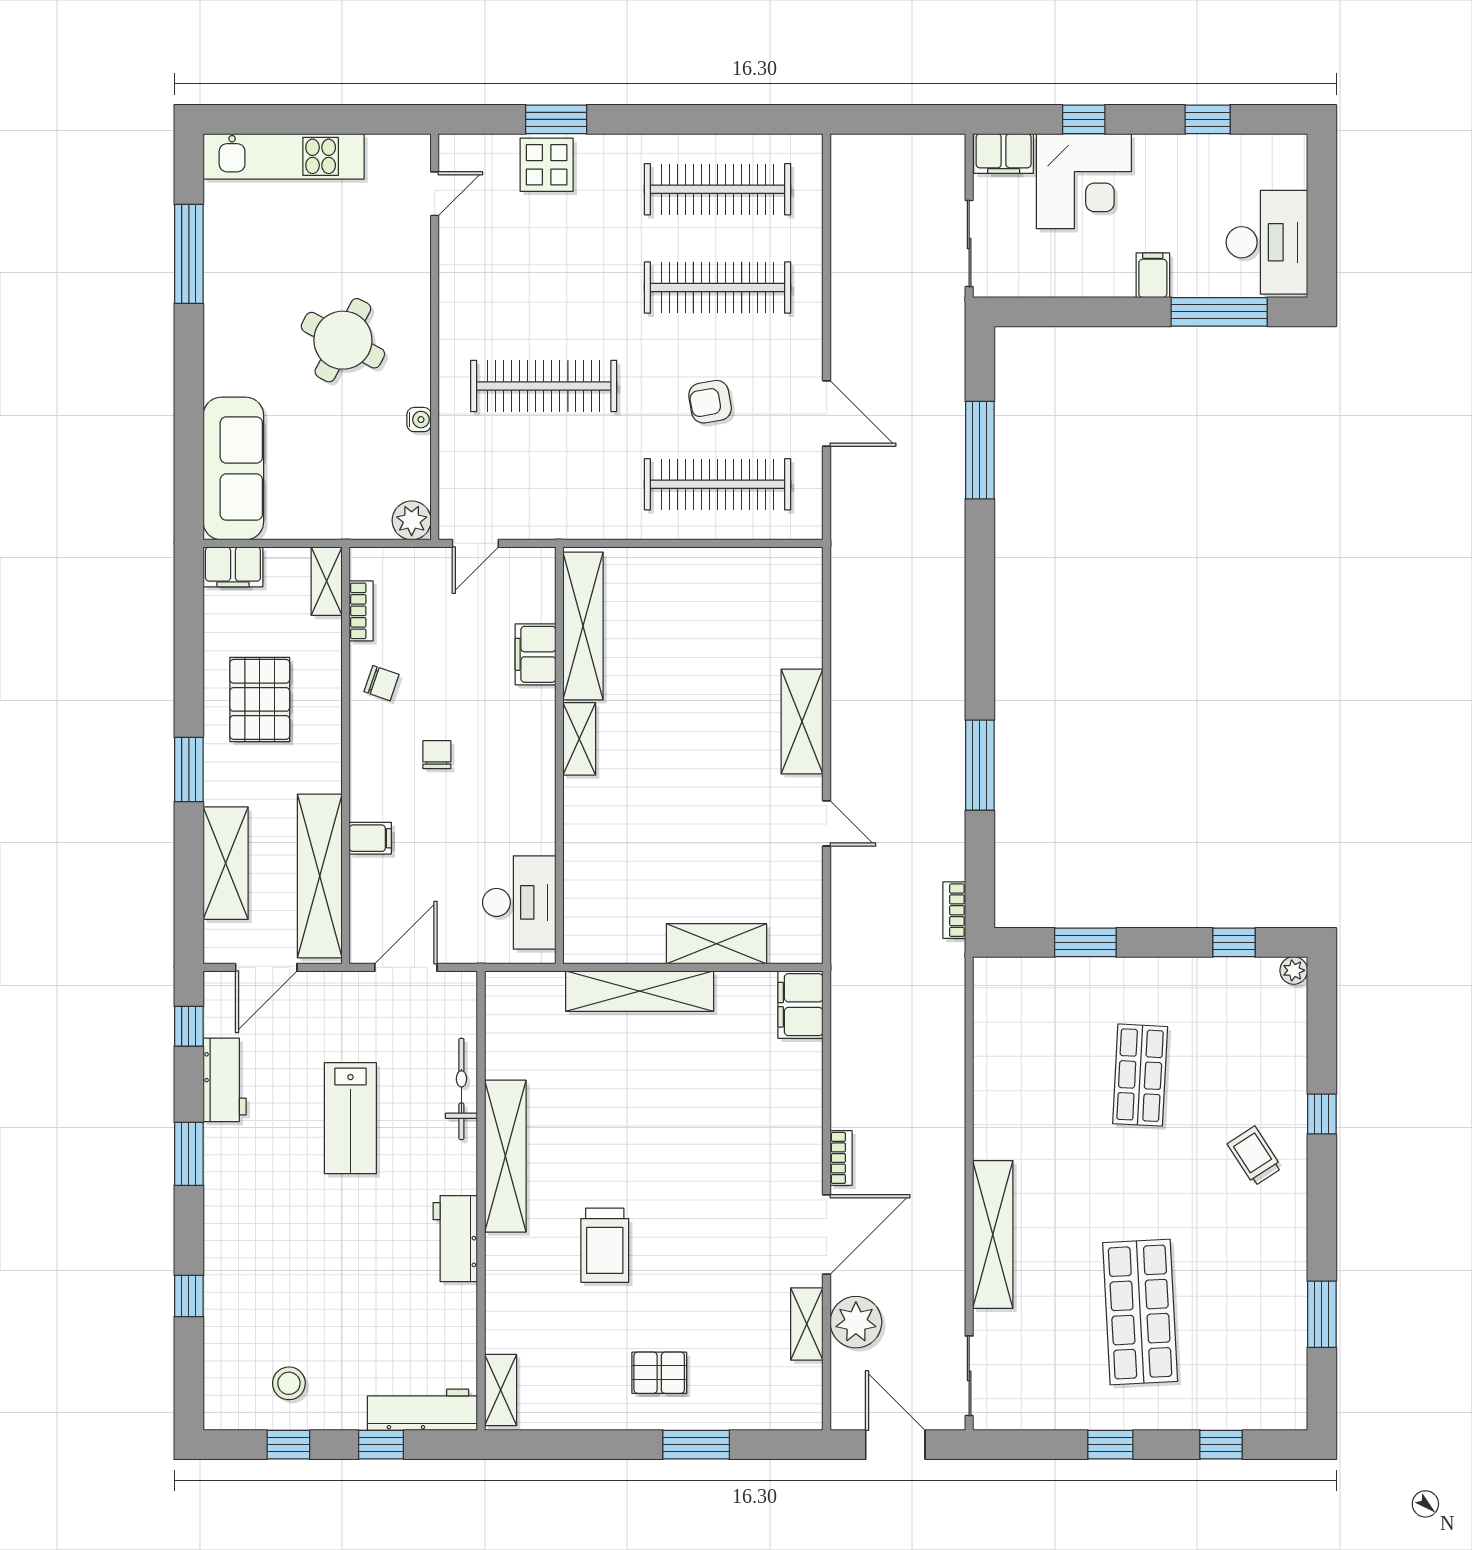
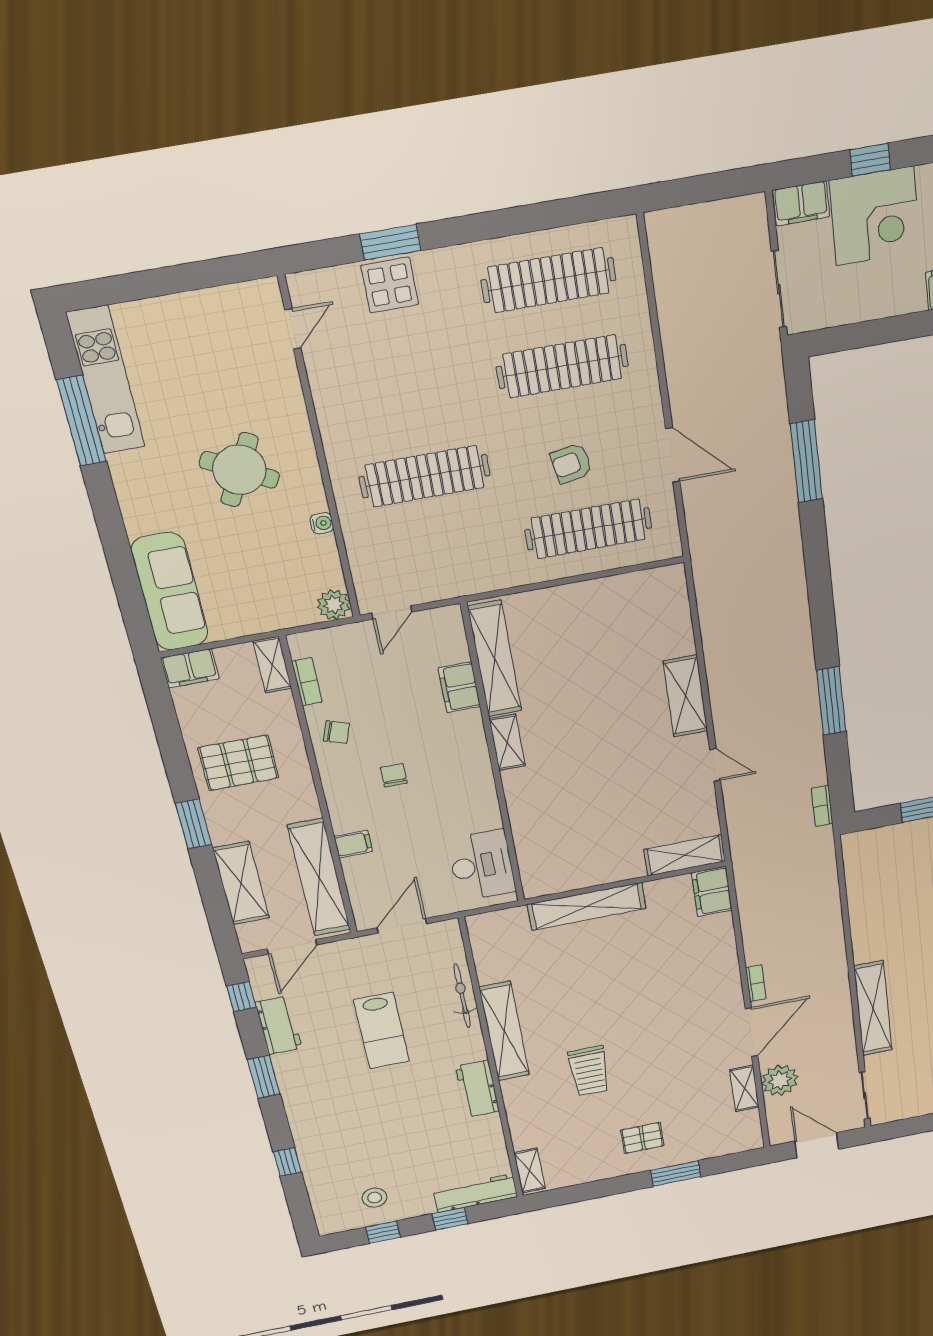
kitchen unit: (284, 156) -> (106, 380), moved, turned -90
pallet: (260, 699) -> (238, 763), turned 90
shelving: (717, 944) -> (685, 855), moved

